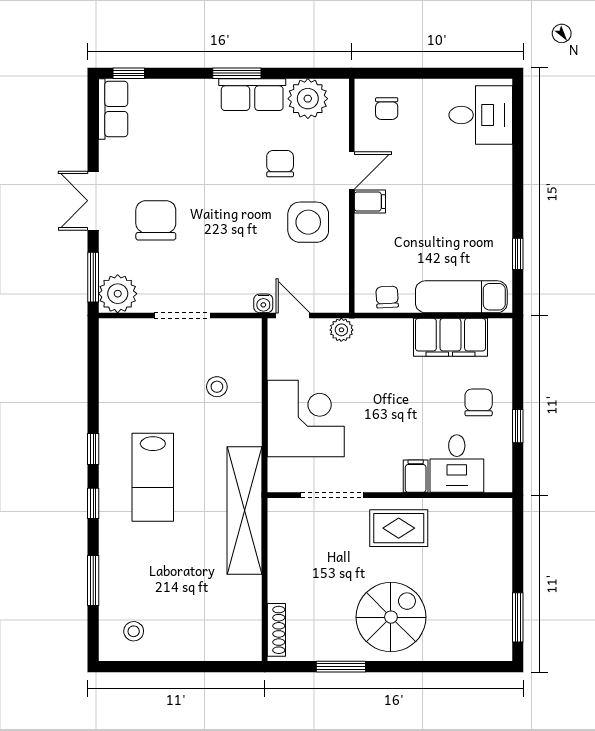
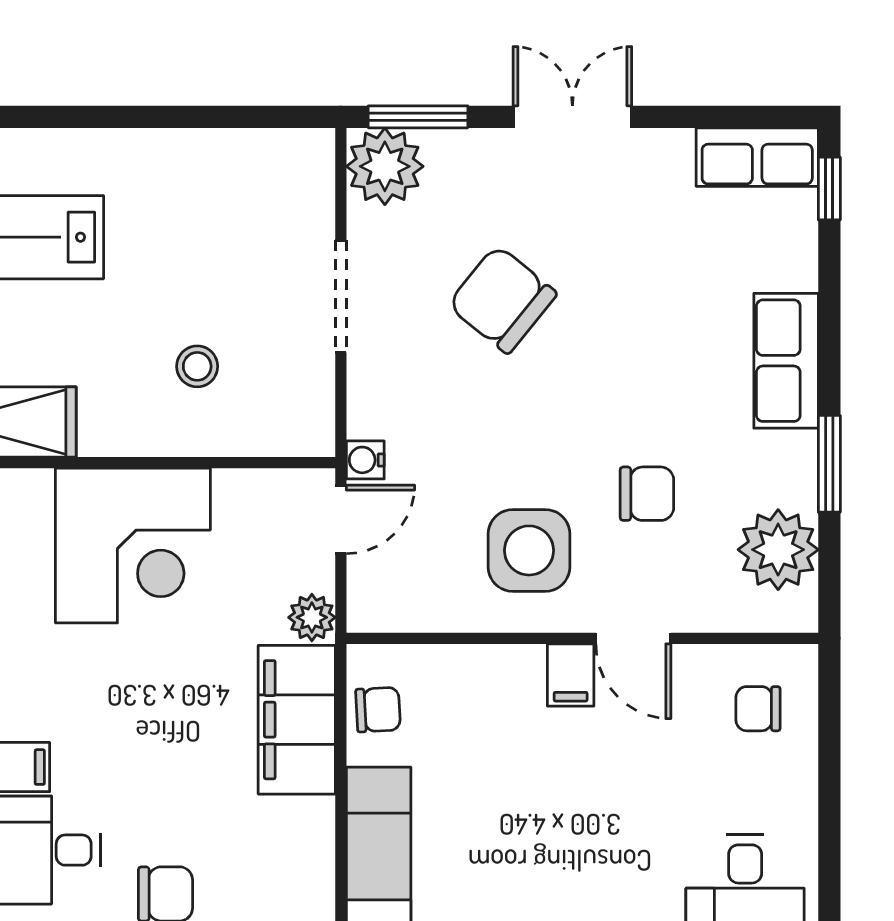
window: (237, 73) -> (829, 464), moved
row of seats: (252, 95) -> (786, 361), moved
chair: (156, 220) -> (502, 299), moved, turned -141
filing cabinet: (450, 337) -> (297, 720), moved
window: (93, 449) -> (72, 117), removed

